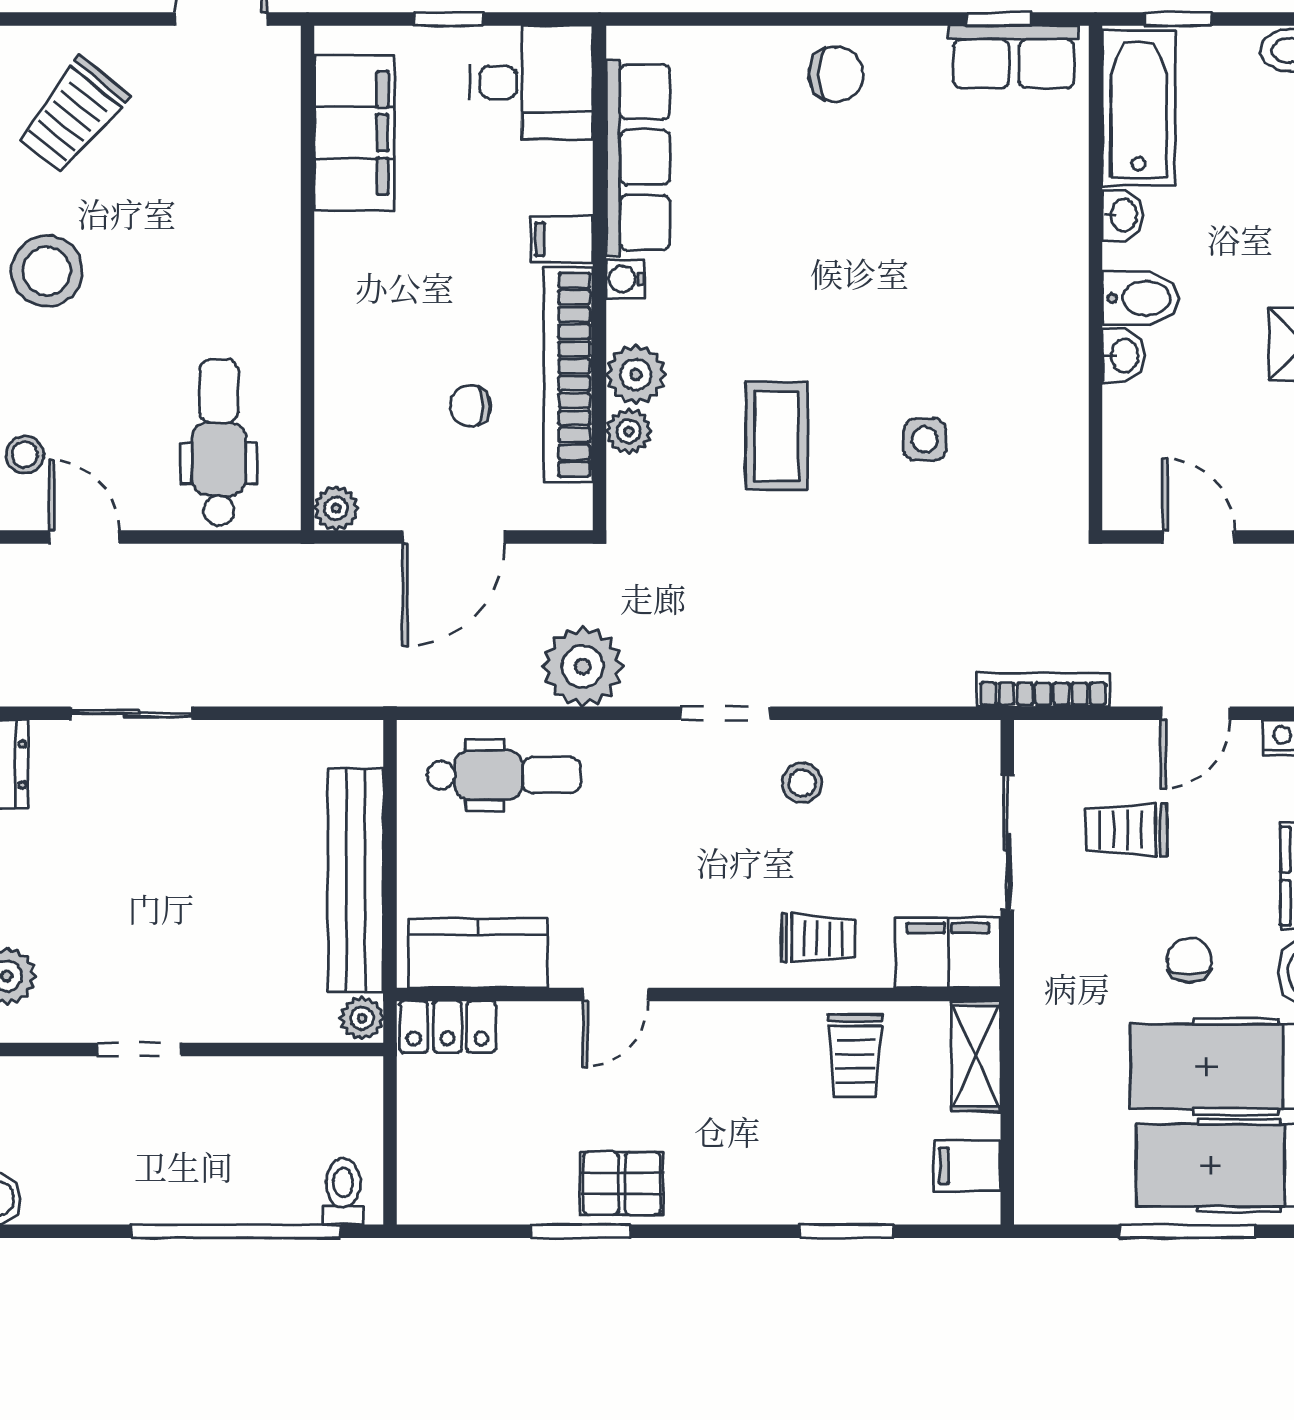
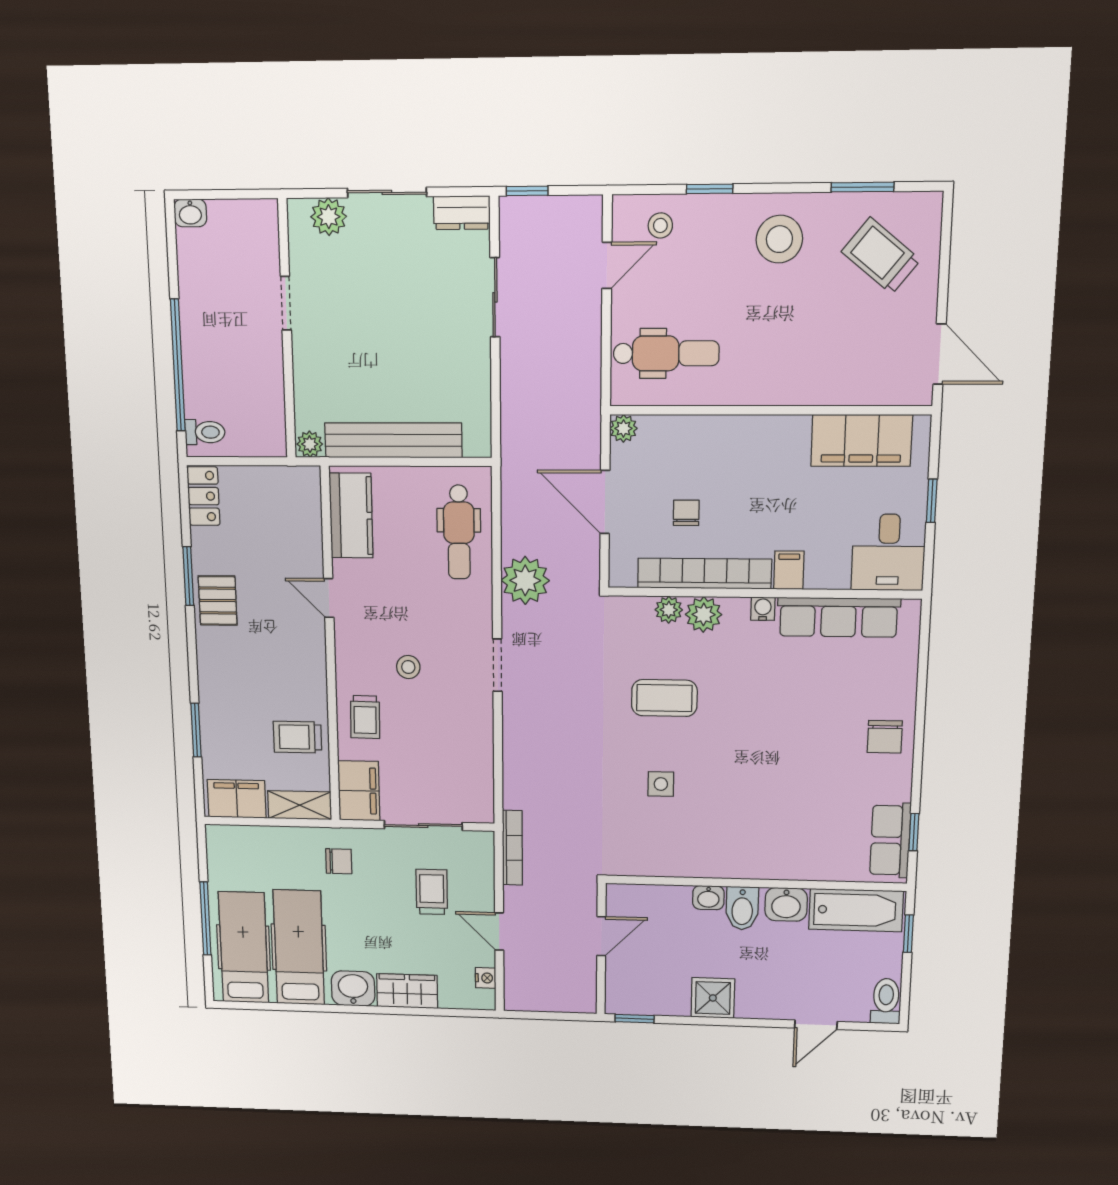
washbasin: (1123, 215) -> (786, 904), width x1.38, depth x1.45
stool: (802, 783) -> (408, 667), moved
chair: (1189, 960) -> (339, 861), moved
locker: (448, 1027) -> (203, 496), moved, turned 180
filing cabinet: (967, 1166) -> (237, 799), width x2.00

